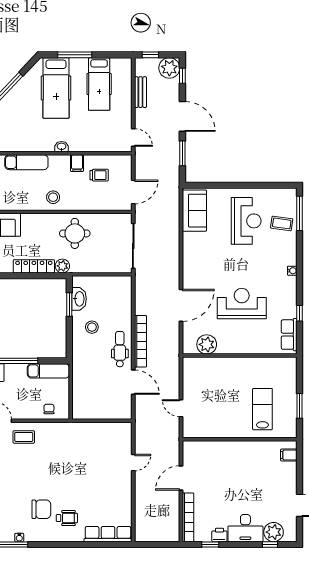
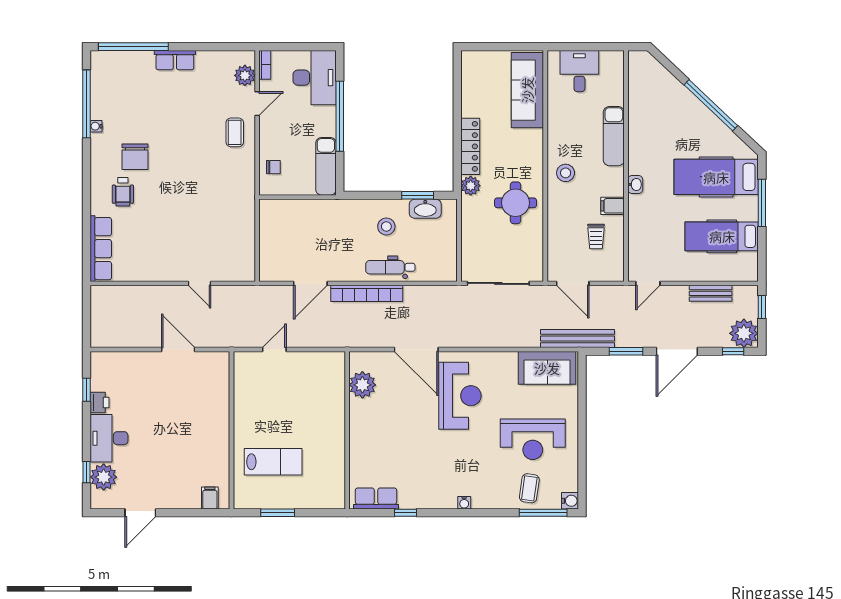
bench: (173, 189) -> (577, 338), added
water cooler: (291, 194) -> (570, 501), added
reception desk: (242, 303) -> (460, 396), moved
dental chair: (120, 349) -> (390, 267), moved, turned 180
bookcase: (188, 517) -> (124, 359), removed

